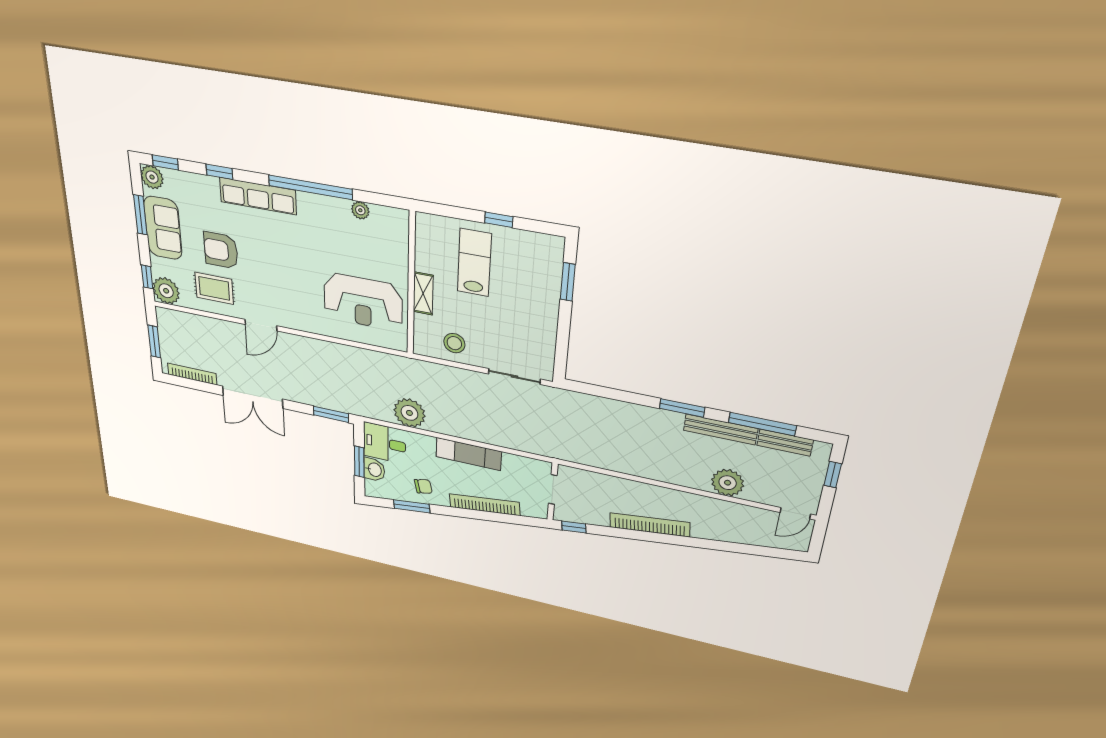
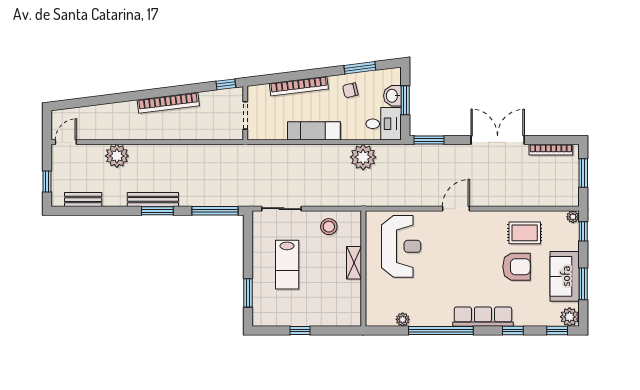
lab bench: (474, 263) -> (287, 265), moved
plant: (166, 291) -> (573, 217), width x0.53, depth x0.53
reception desk: (363, 302) -> (401, 246), turned 90
door: (261, 325) -> (456, 209), moved
window: (762, 424) -> (215, 211), moved
bench: (720, 429) -> (153, 199), moved

